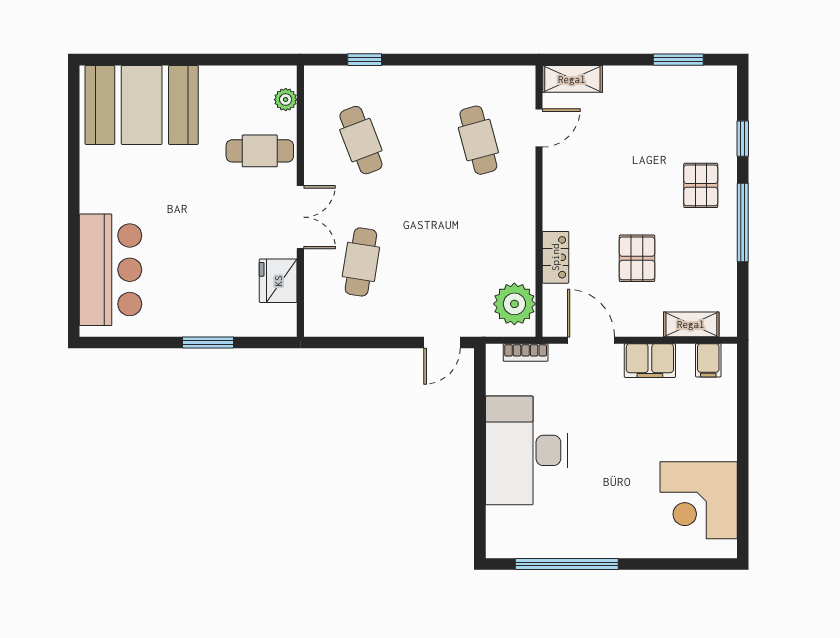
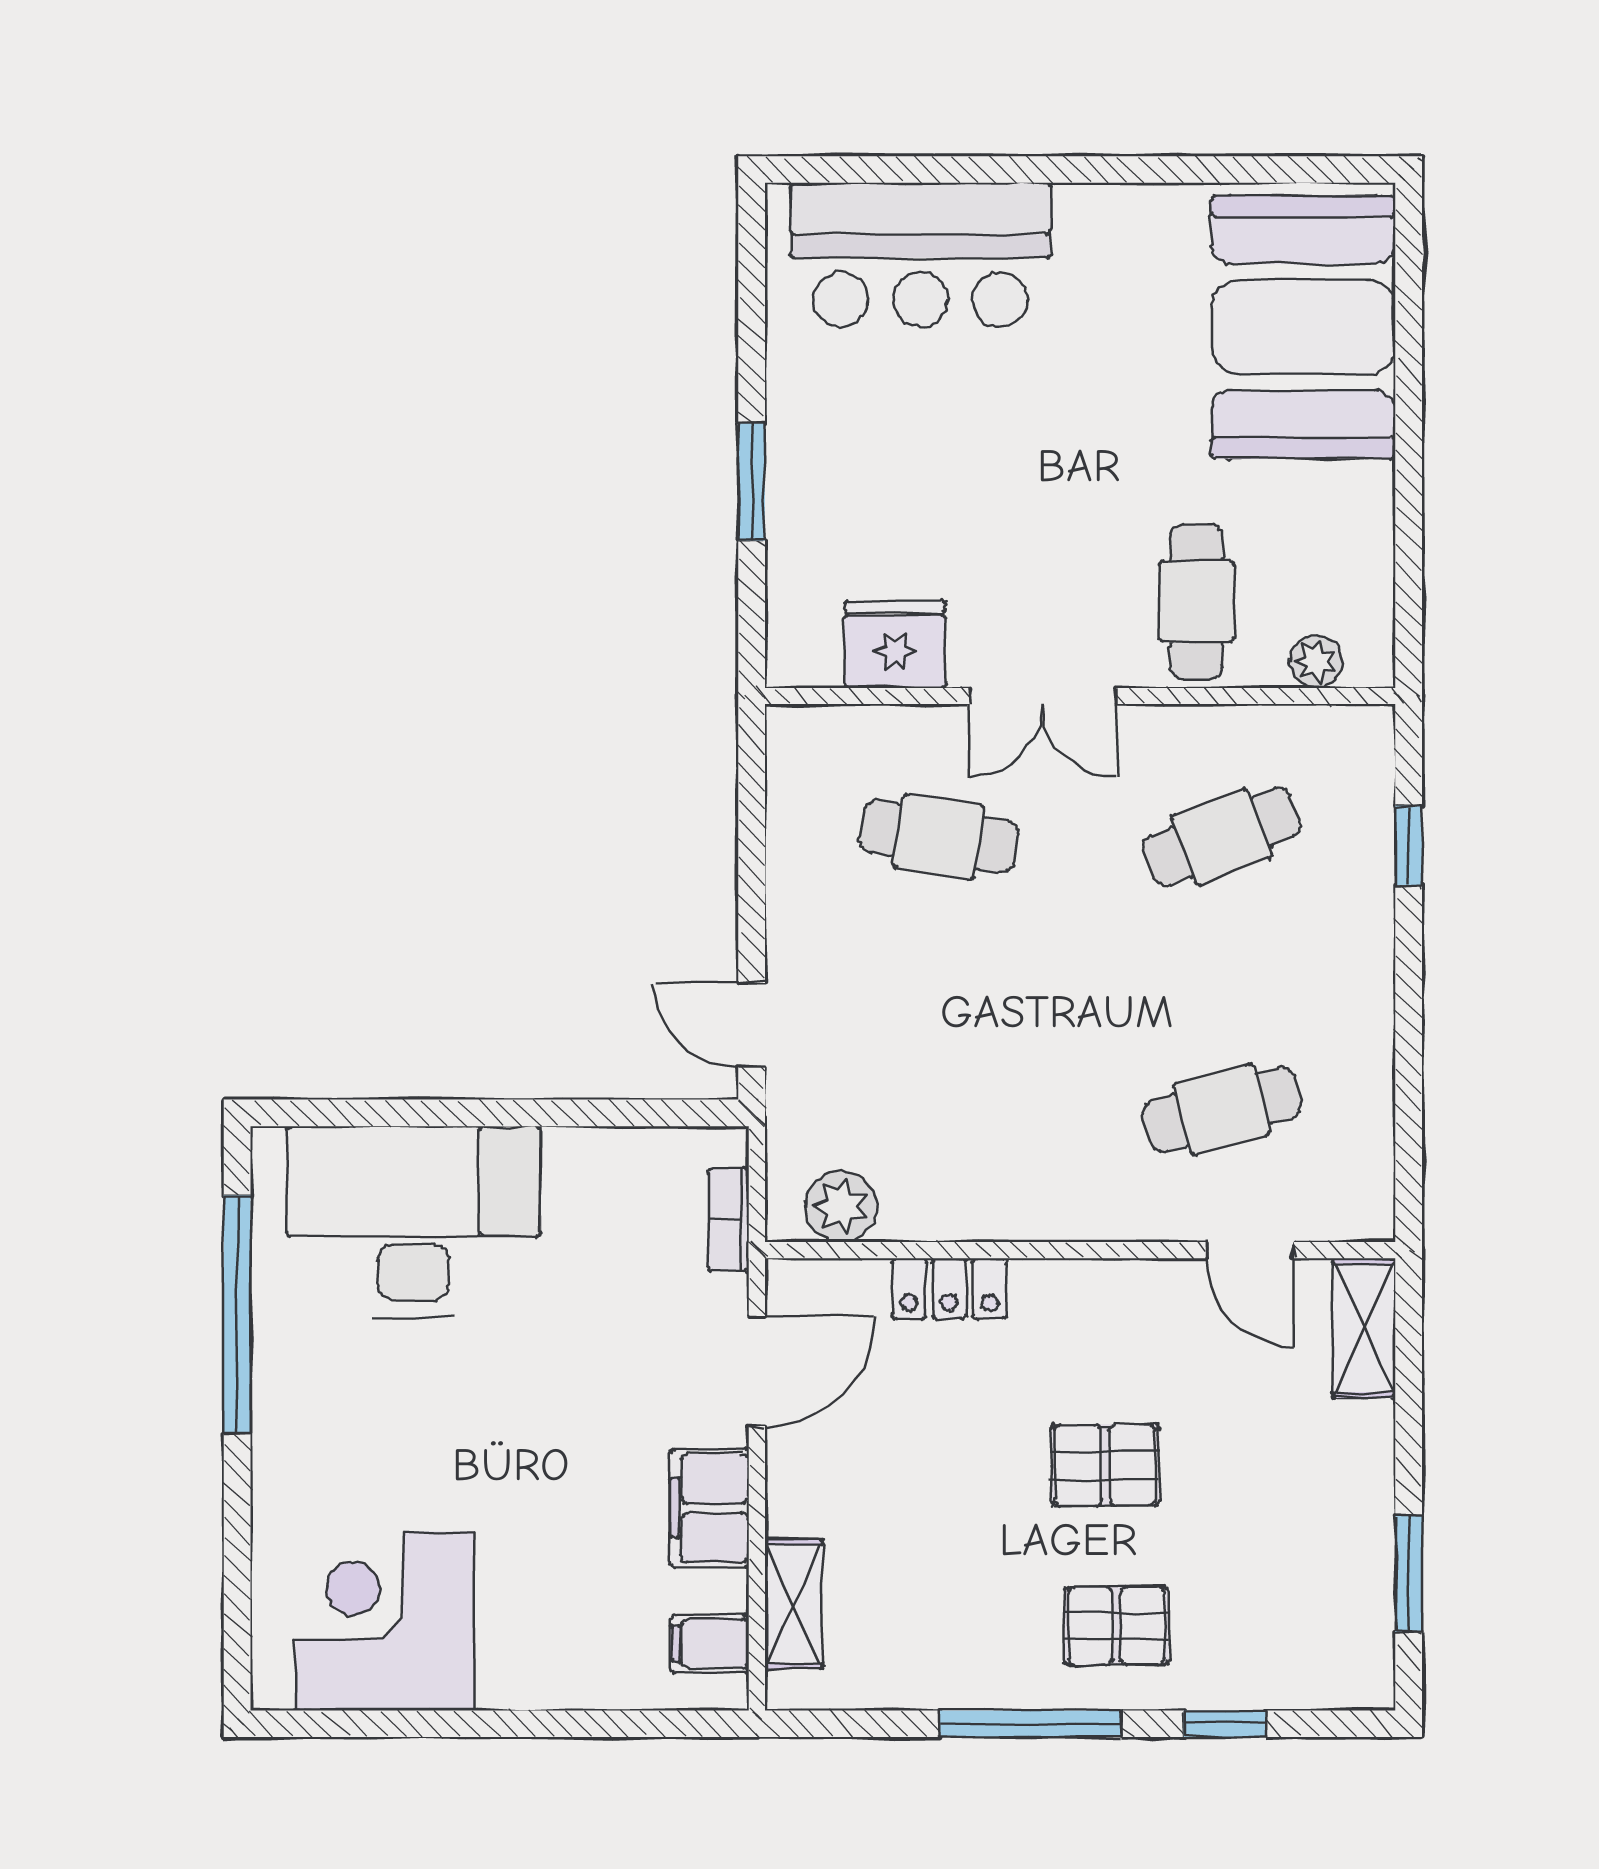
pallet: (637, 258) -> (1105, 1465), moved
plant: (514, 304) -> (841, 1206), width x0.73, depth x0.73
desk: (526, 450) -> (413, 1221), moved

